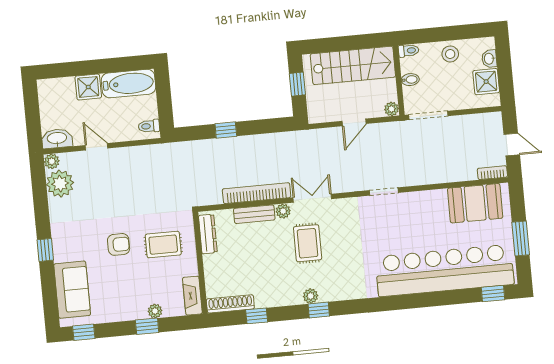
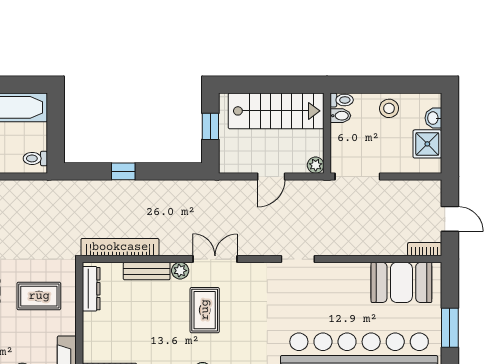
bidet: (410, 80) -> (340, 116), moved
bookcase: (257, 193) -> (120, 247), moved

